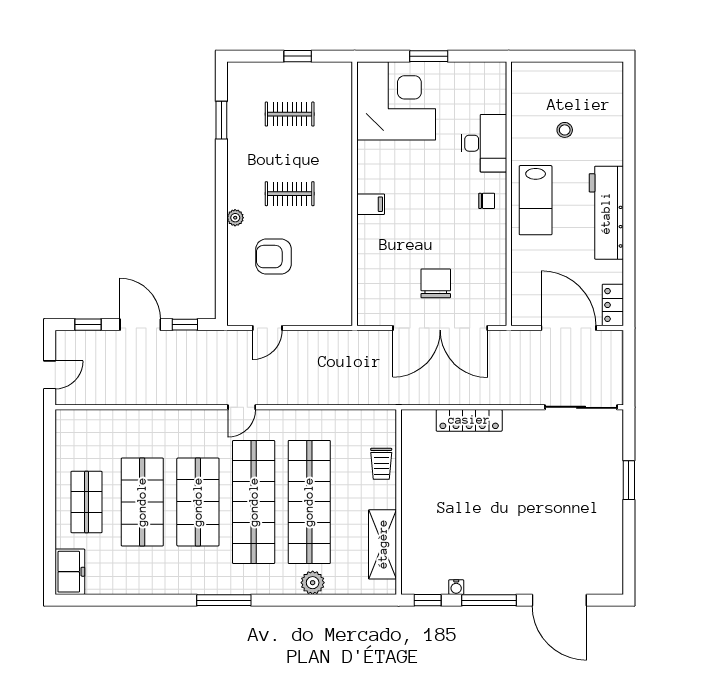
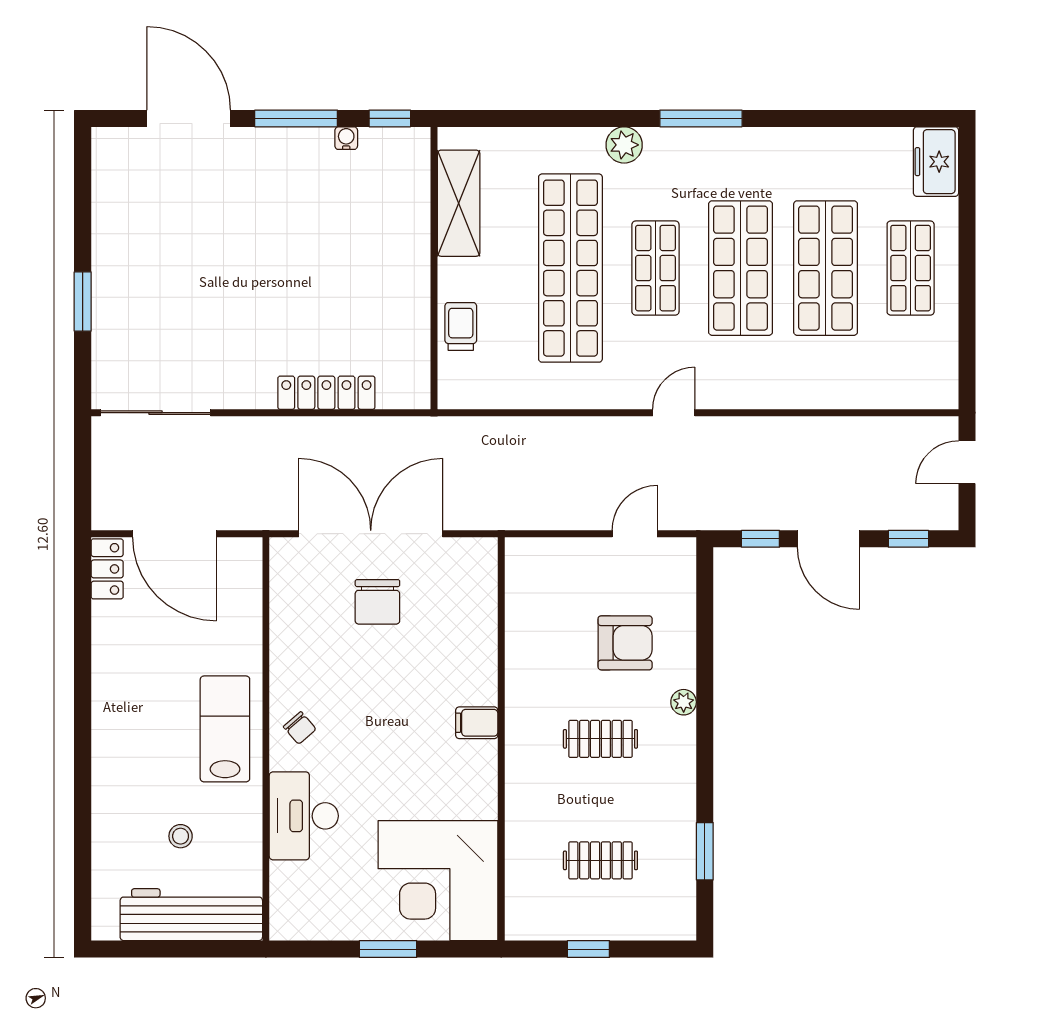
chair: (487, 201) -> (300, 728), turned -131
workbench: (606, 213) -> (191, 915), moved, turned -90
shop shelf: (254, 502) -> (655, 268), width x0.50, depth x0.74
plant: (313, 583) -> (624, 145), moved

